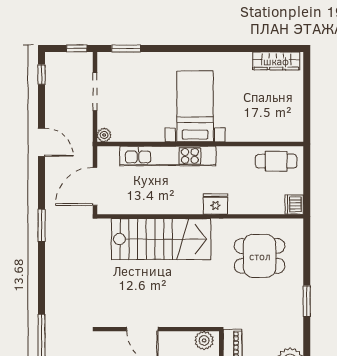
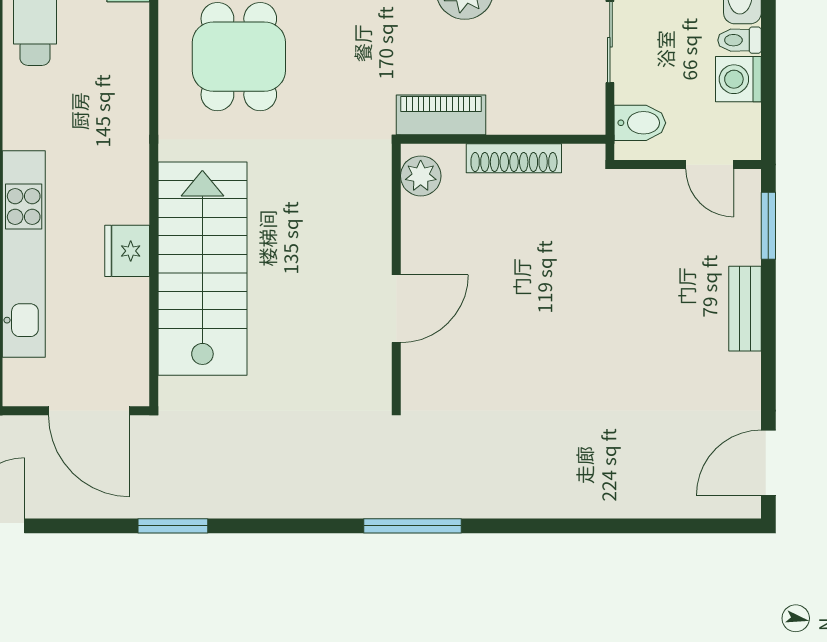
fridge: (215, 204) -> (127, 251), moved

